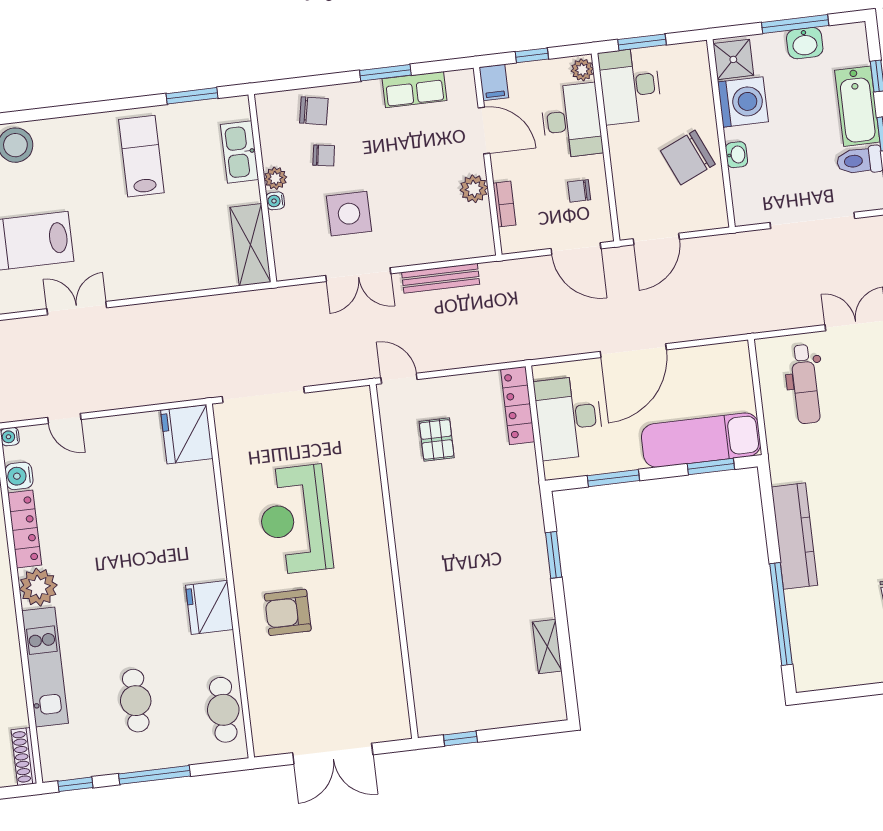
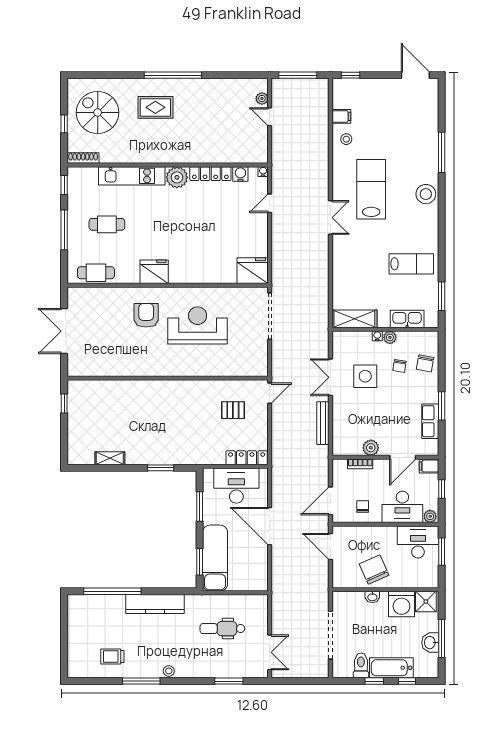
dental chair: (805, 384) -> (222, 629), moved

